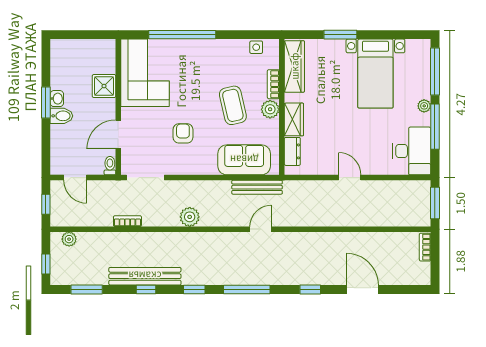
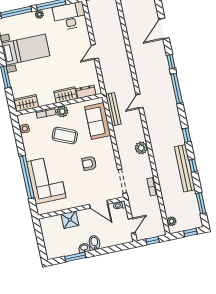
wardrobe: (294, 66) -> (26, 103), width x0.67
corner sofa: (145, 73) -> (46, 180), moved, turned 90
window: (46, 103) -> (75, 257), moved
coffee table: (233, 105) -> (65, 136), turned 36
door: (261, 229) -> (139, 101), hinge flipped
window: (247, 289) -> (177, 88), moved

